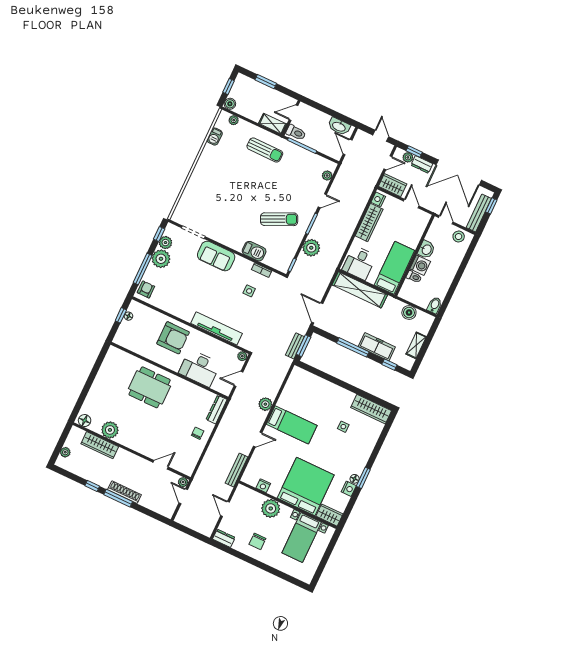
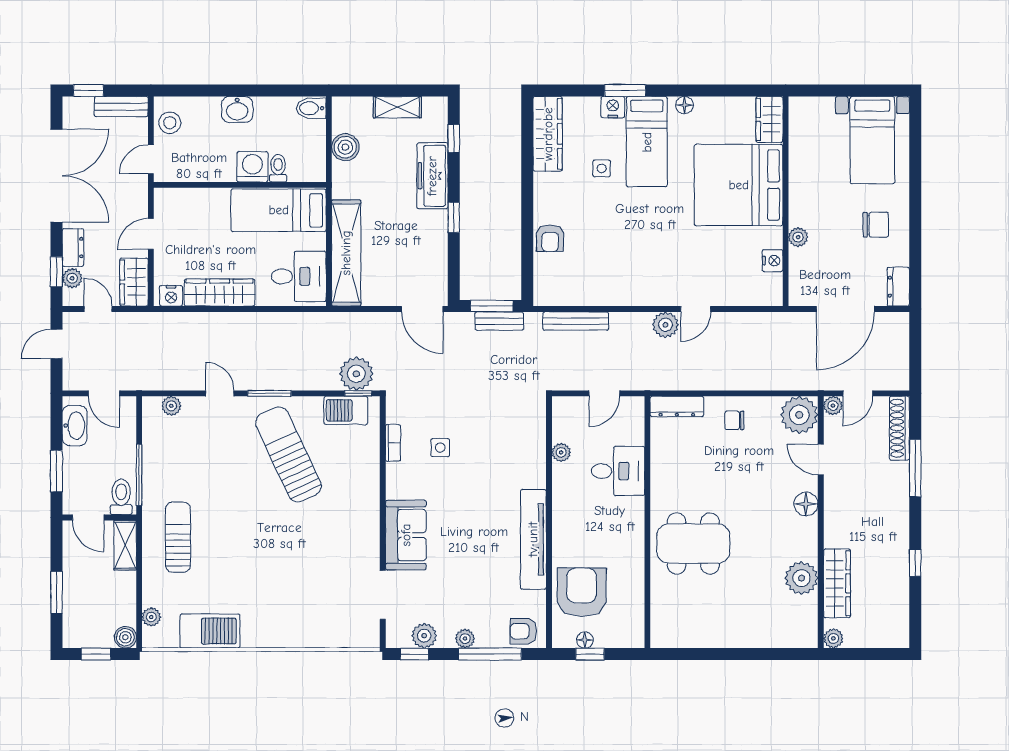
window: (322, 108) -> (56, 471), added
barbecue: (215, 137) -> (210, 631), width x1.88, depth x1.53
door: (348, 147) -> (104, 393), hinge flipped
bench: (479, 213) -> (121, 107), width x0.73
sun lounger: (279, 219) -> (288, 454), width x1.36, depth x1.34
plant: (311, 248) -> (356, 374), moved
washbasin: (426, 250) -> (237, 109), moved, turned 180
barbecue: (254, 251) -> (346, 410), moved, turned -90
plant: (161, 259) -> (465, 639), width x0.53, depth x0.53
door: (317, 313) -> (422, 309), hinge flipped
tv unit: (217, 328) -> (533, 539), moved
armchair: (173, 338) -> (582, 592), moved
window: (353, 347) -> (454, 217), width x0.46
plant: (242, 356) -> (561, 452), moved
desk: (200, 368) -> (618, 471), width x0.73
door: (239, 379) -> (604, 393), hinge flipped
dining table: (150, 387) -> (693, 543), turned 90
armchair: (322, 388) -> (550, 238), added
plant: (265, 404) -> (665, 325), moved
floor lamp: (85, 421) -> (806, 504), moved
bed: (292, 425) -> (647, 142), moved, turned 180
door: (258, 440) -> (696, 309), swing flipped
plant: (65, 452) -> (833, 638), moved
plant: (186, 464) -> (799, 415), added
bench: (237, 470) -> (576, 321), moved
window: (363, 478) -> (625, 90), moved
nightstand: (349, 489) -> (613, 107), moved
shoe rack: (124, 492) -> (899, 428), moved
window: (118, 498) -> (915, 468), moved
plant: (271, 508) -> (798, 237), width x0.53, depth x0.53
door: (225, 509) -> (845, 309), width x1.88
bed with nightstands: (302, 538) -> (872, 140), moved, turned 90

